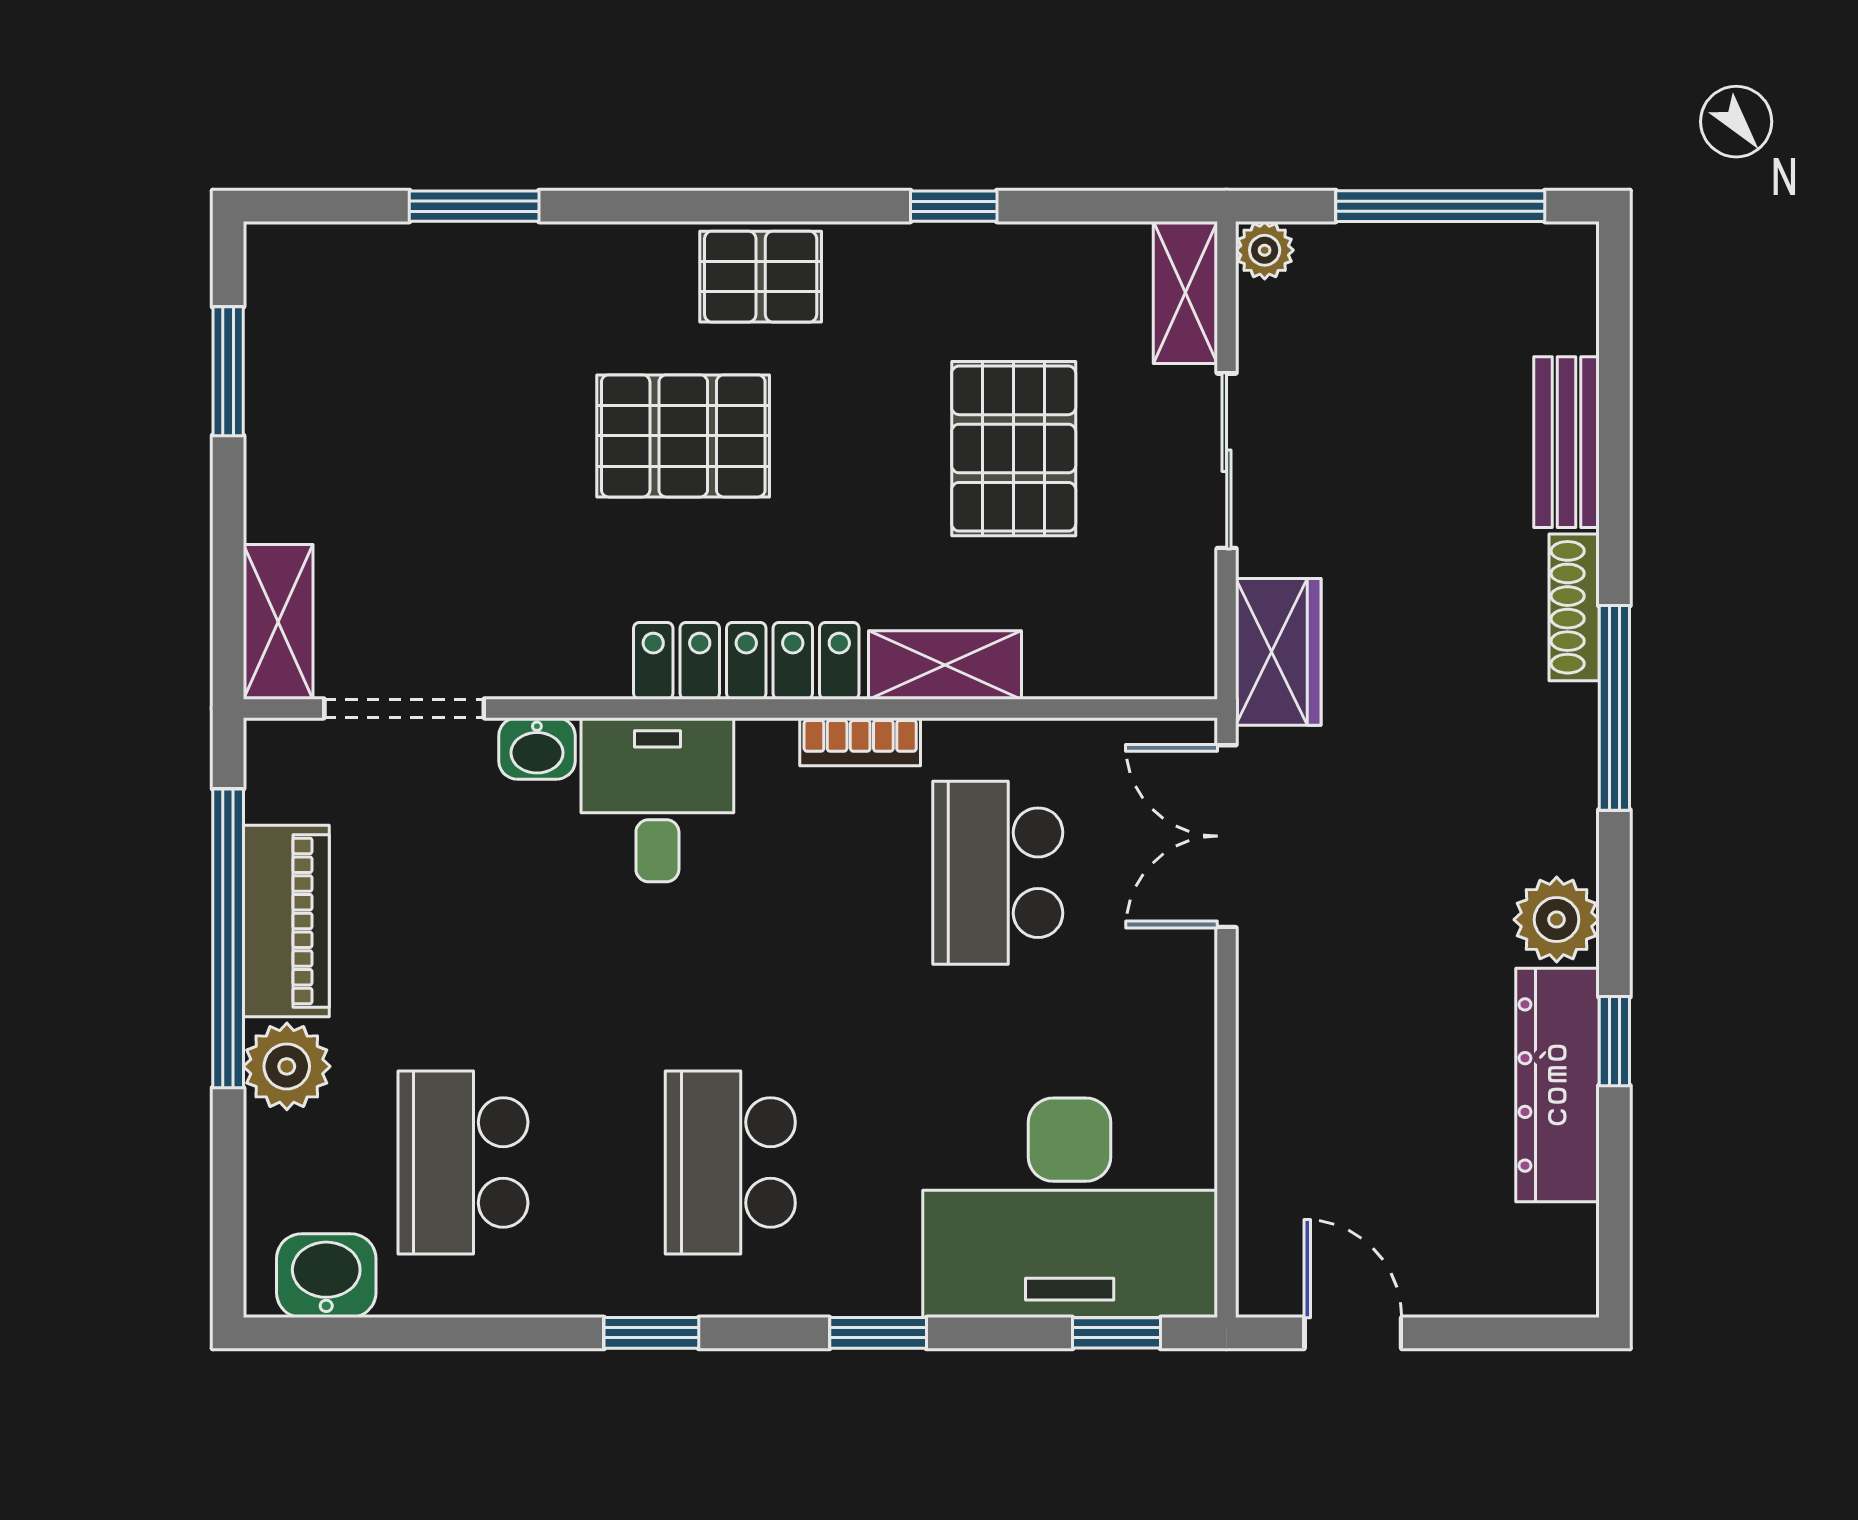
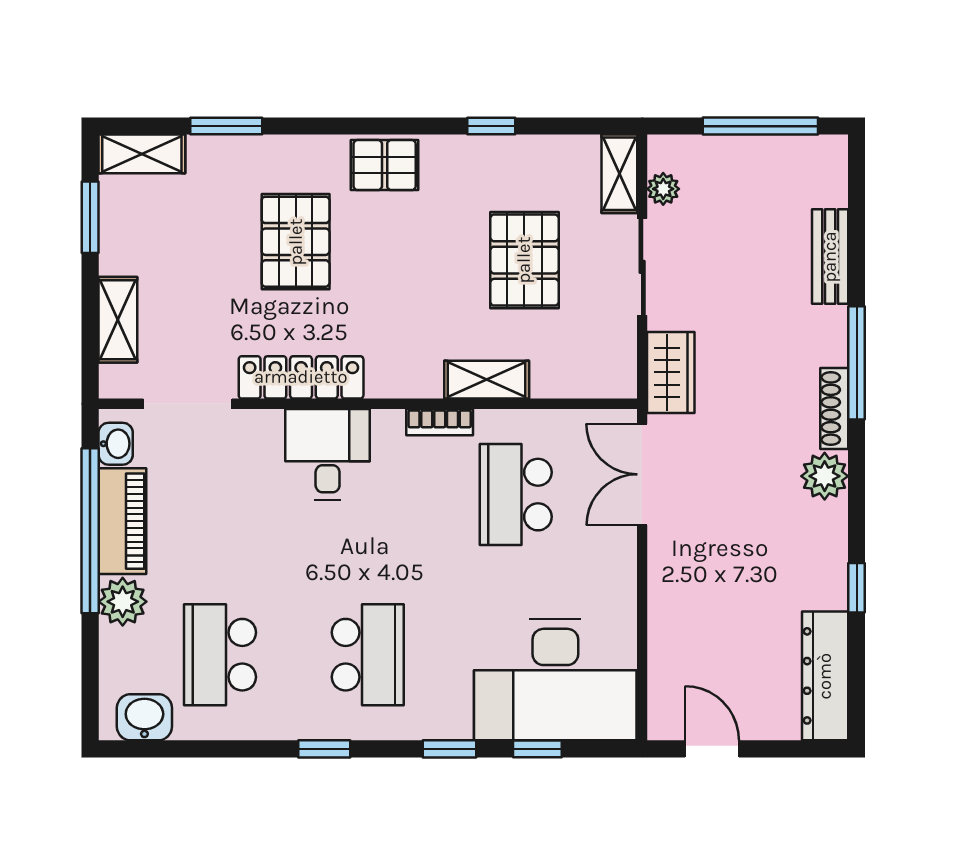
plant: (1265, 250) -> (663, 189), moved
shelving: (322, 257) -> (142, 154), added
pallet: (683, 436) -> (296, 242), moved, turned 90
shoe rack: (1574, 607) -> (834, 409), moved
shelving: (278, 622) -> (118, 320), moved
locker: (746, 661) -> (301, 377), moved
window: (1614, 708) -> (857, 363), moved
washbasin: (537, 748) -> (116, 444), moved, turned -90
plant: (1557, 920) -> (825, 476), moved
dresser: (1557, 1085) -> (825, 676), moved
school desk: (730, 1162) -> (368, 655), turned 180
window: (1116, 1333) -> (537, 749), moved

